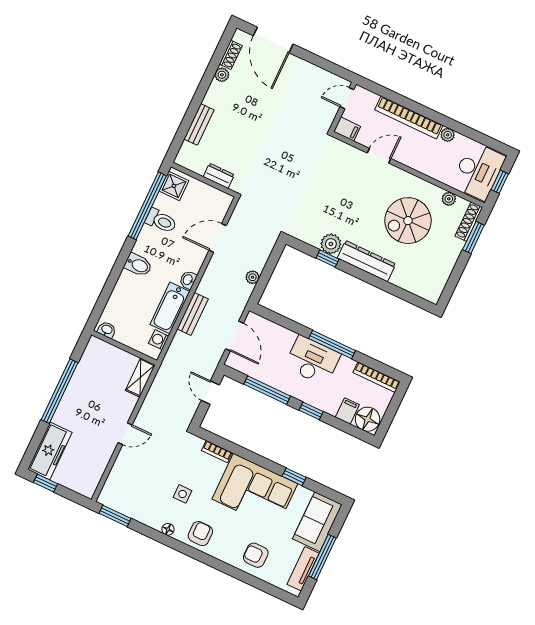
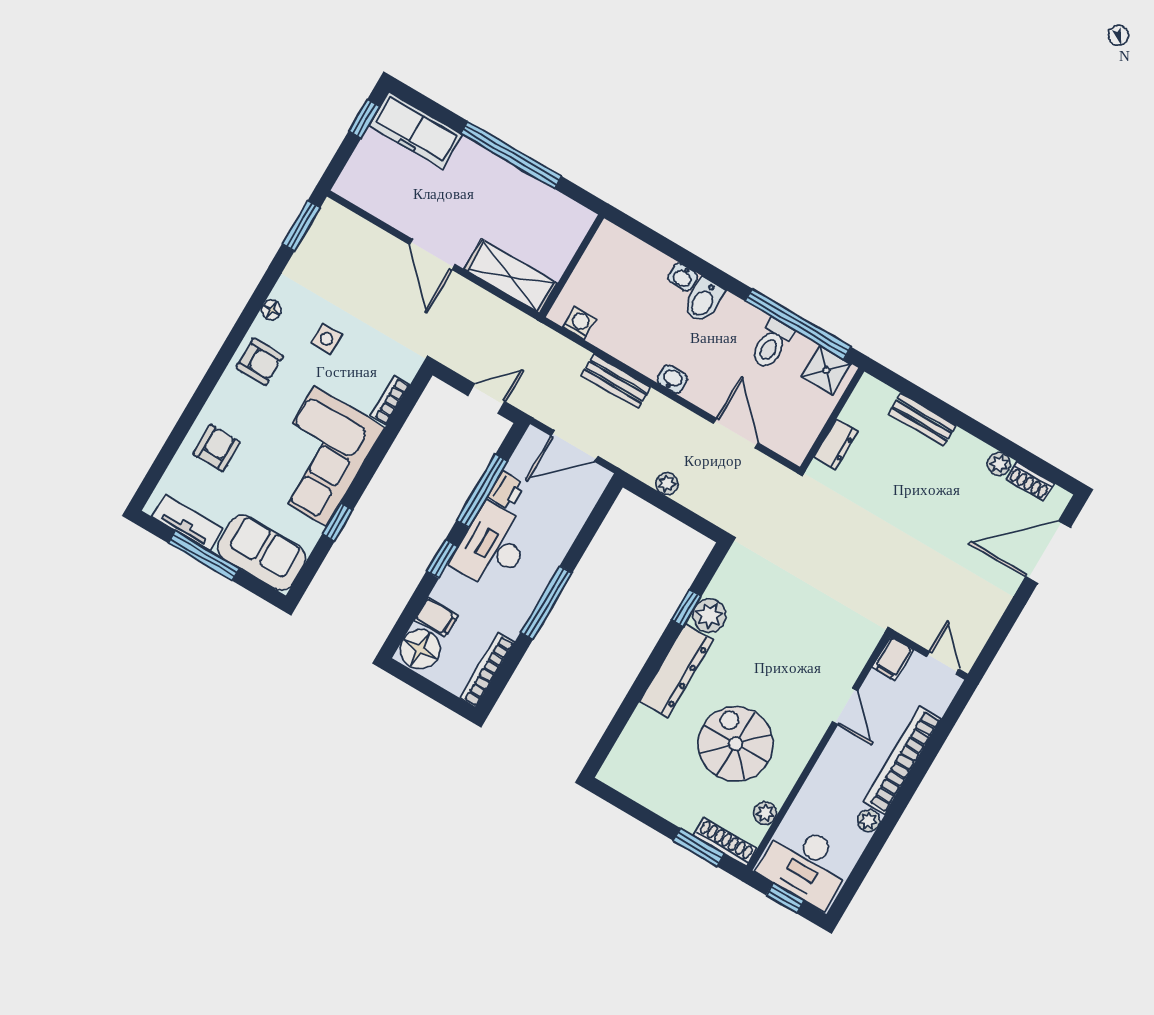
bathtub: (170, 308) -> (629, 346), removed
washbasin: (107, 330) -> (683, 277), moved, turned 90
desk: (312, 361) -> (493, 546), moved, turned 180
printer: (266, 375) -> (506, 490), added
shelving: (140, 378) -> (511, 276), width x1.50, depth x1.33
door: (125, 434) -> (432, 255), width x1.37

